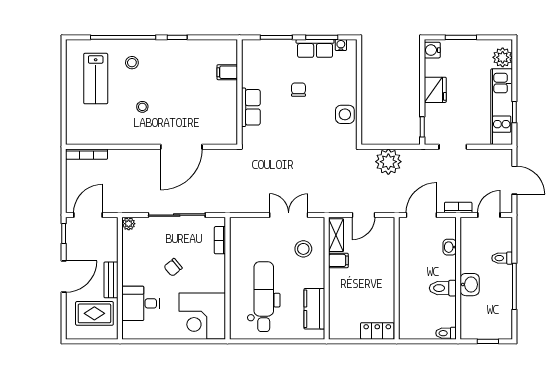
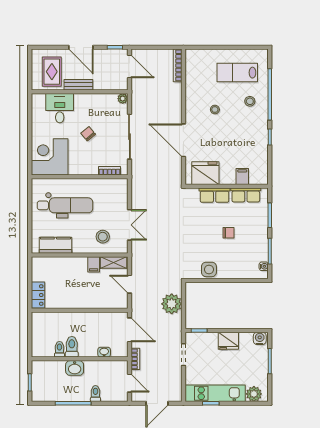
row of seats: (315, 48) -> (246, 195), moved, turned -90
fridge: (223, 119) -> (205, 173), added
toilet: (446, 333) -> (59, 349), moved

